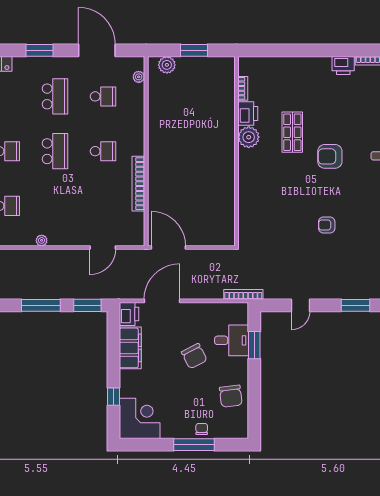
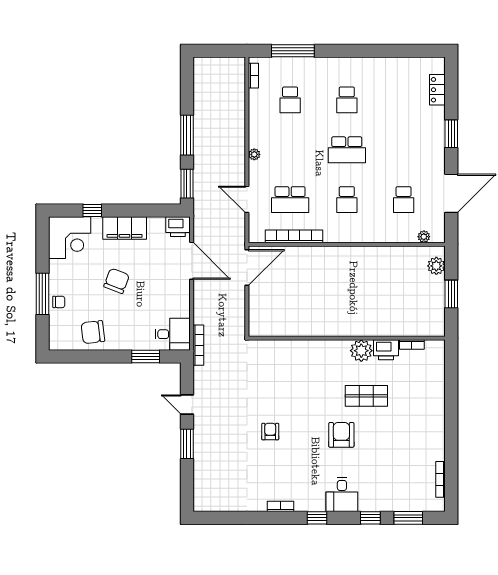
printer: (343, 65) -> (436, 449), removed
school desk: (55, 96) -> (290, 200), moved
bookcase: (138, 184) -> (294, 236), moved
plant: (42, 240) -> (254, 154), moved
window: (356, 305) -> (187, 444), moved
desk: (232, 340) -> (173, 334), moved, turned -90
filing cabinet: (130, 348) -> (125, 228), moved
chair: (194, 356) -> (117, 281), moved, turned 138

